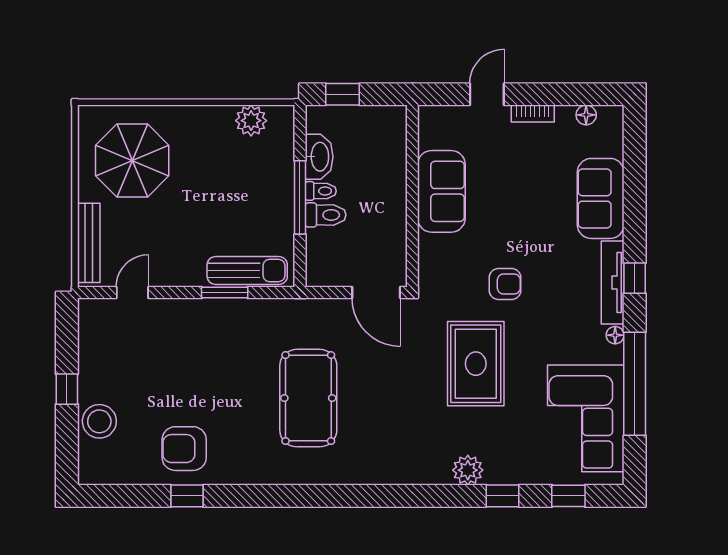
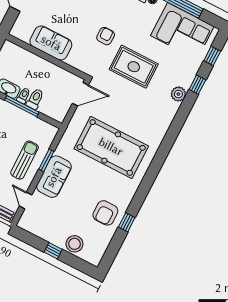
sun lounger: (247, 271) -> (24, 160), moved
sofa: (202, 322) -> (54, 177), added
pool table: (308, 398) -> (111, 147), width x1.36, depth x1.32

